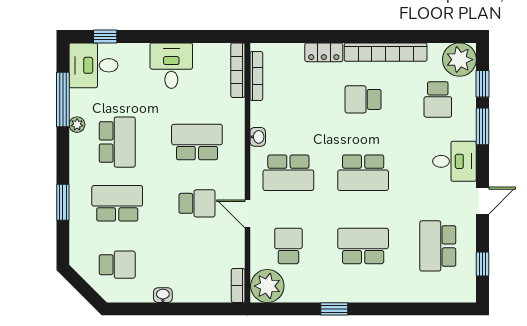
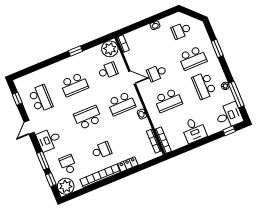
school desk: (288, 173) -> (121, 104), turned 180
school desk: (288, 246) -> (108, 71), turned -90

